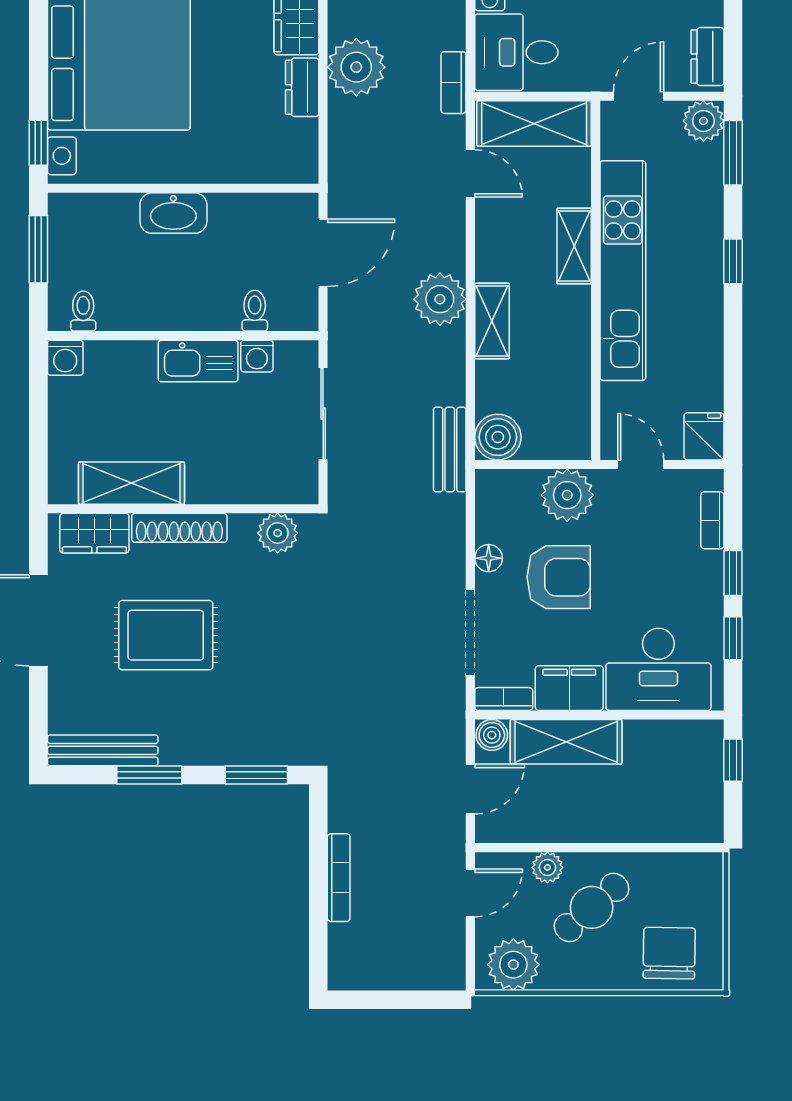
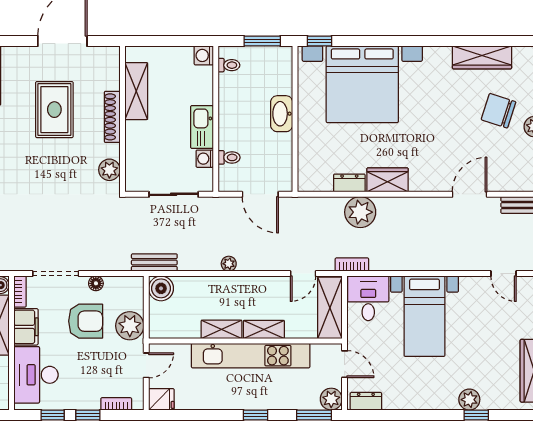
plant: (440, 299) -> (229, 264), width x0.53, depth x0.53
shelving: (492, 321) -> (221, 329), moved
wardrobe: (94, 533) -> (109, 71), removed
armchair: (559, 577) -> (86, 321), turned -90

